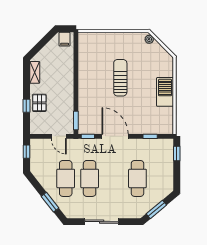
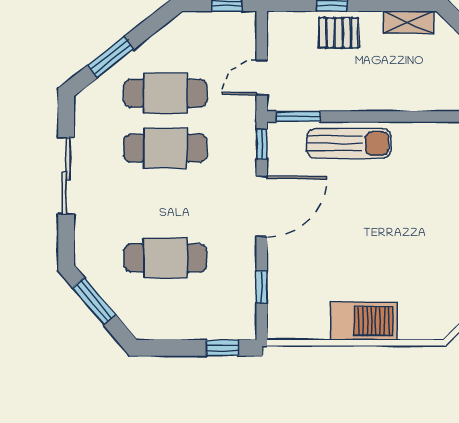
sun lounger: (120, 78) -> (349, 144), moved

